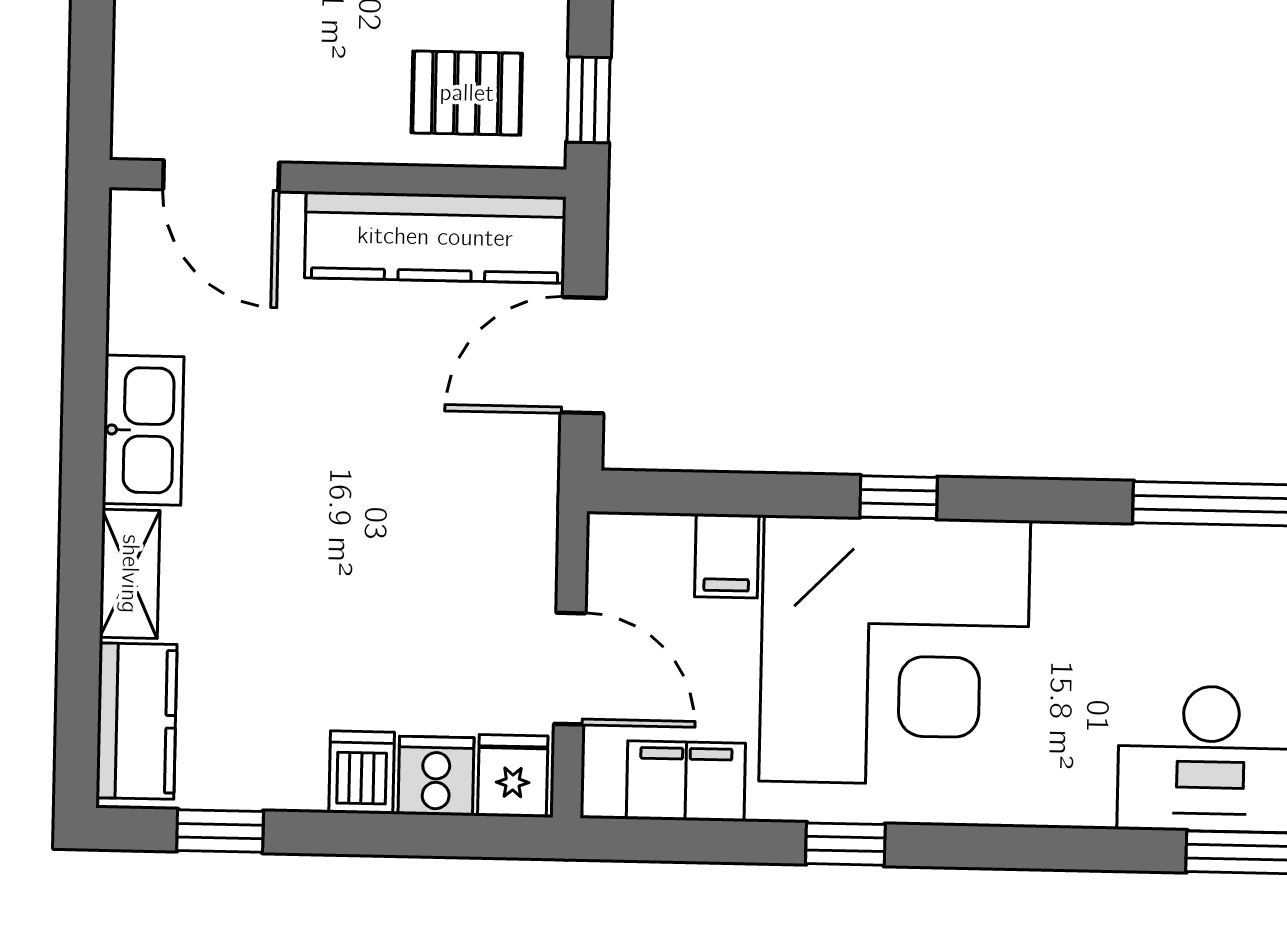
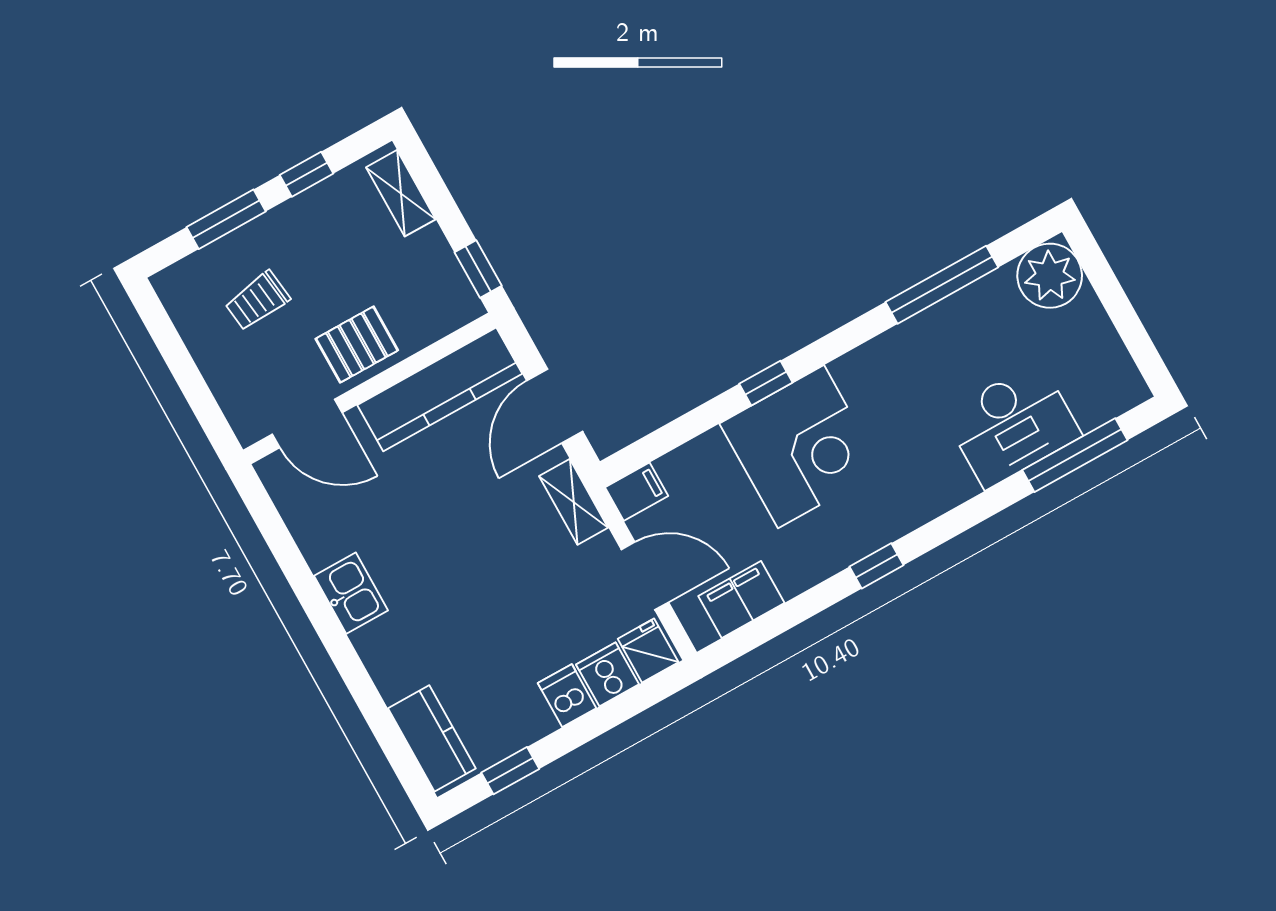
pallet: (467, 93) -> (357, 345), moved
kitchen sink: (143, 430) -> (351, 593), width x0.73
filing cabinet: (727, 556) -> (637, 492), moved, turned -90
shelving: (130, 574) -> (574, 502), moved
corner desk: (895, 651) -> (801, 447), width x0.74, depth x0.74
window: (845, 844) -> (877, 566), moved

